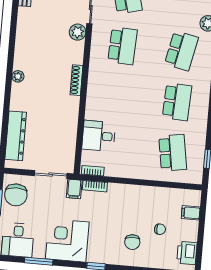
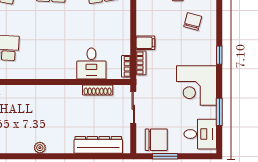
shoe rack: (76, 80) -> (98, 90), moved
filing cabinet: (74, 189) -> (145, 43), moved
chair: (132, 242) -> (193, 22), turned -72

